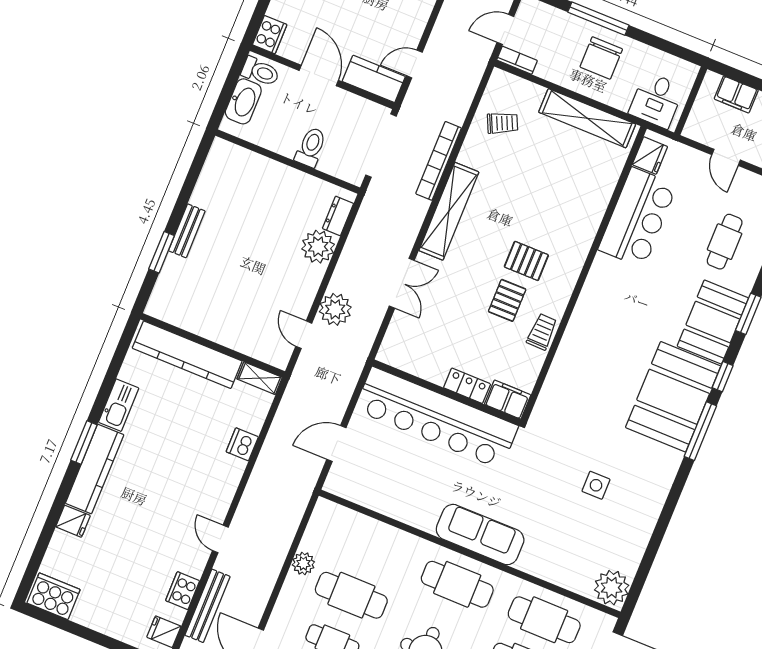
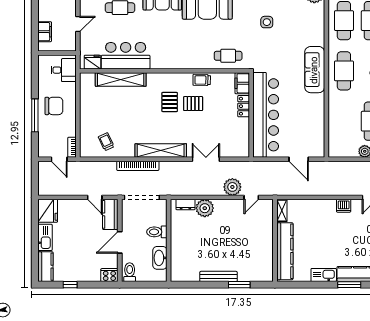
washbasin: (243, 101) -> (160, 258), moved, turned -90
shelving: (587, 118) -> (121, 80), moved, turned 90
bench: (187, 231) -> (218, 276), width x1.36
cafe table: (565, 395) -> (228, 56), added
dishwasher: (242, 444) -> (344, 206), moved

